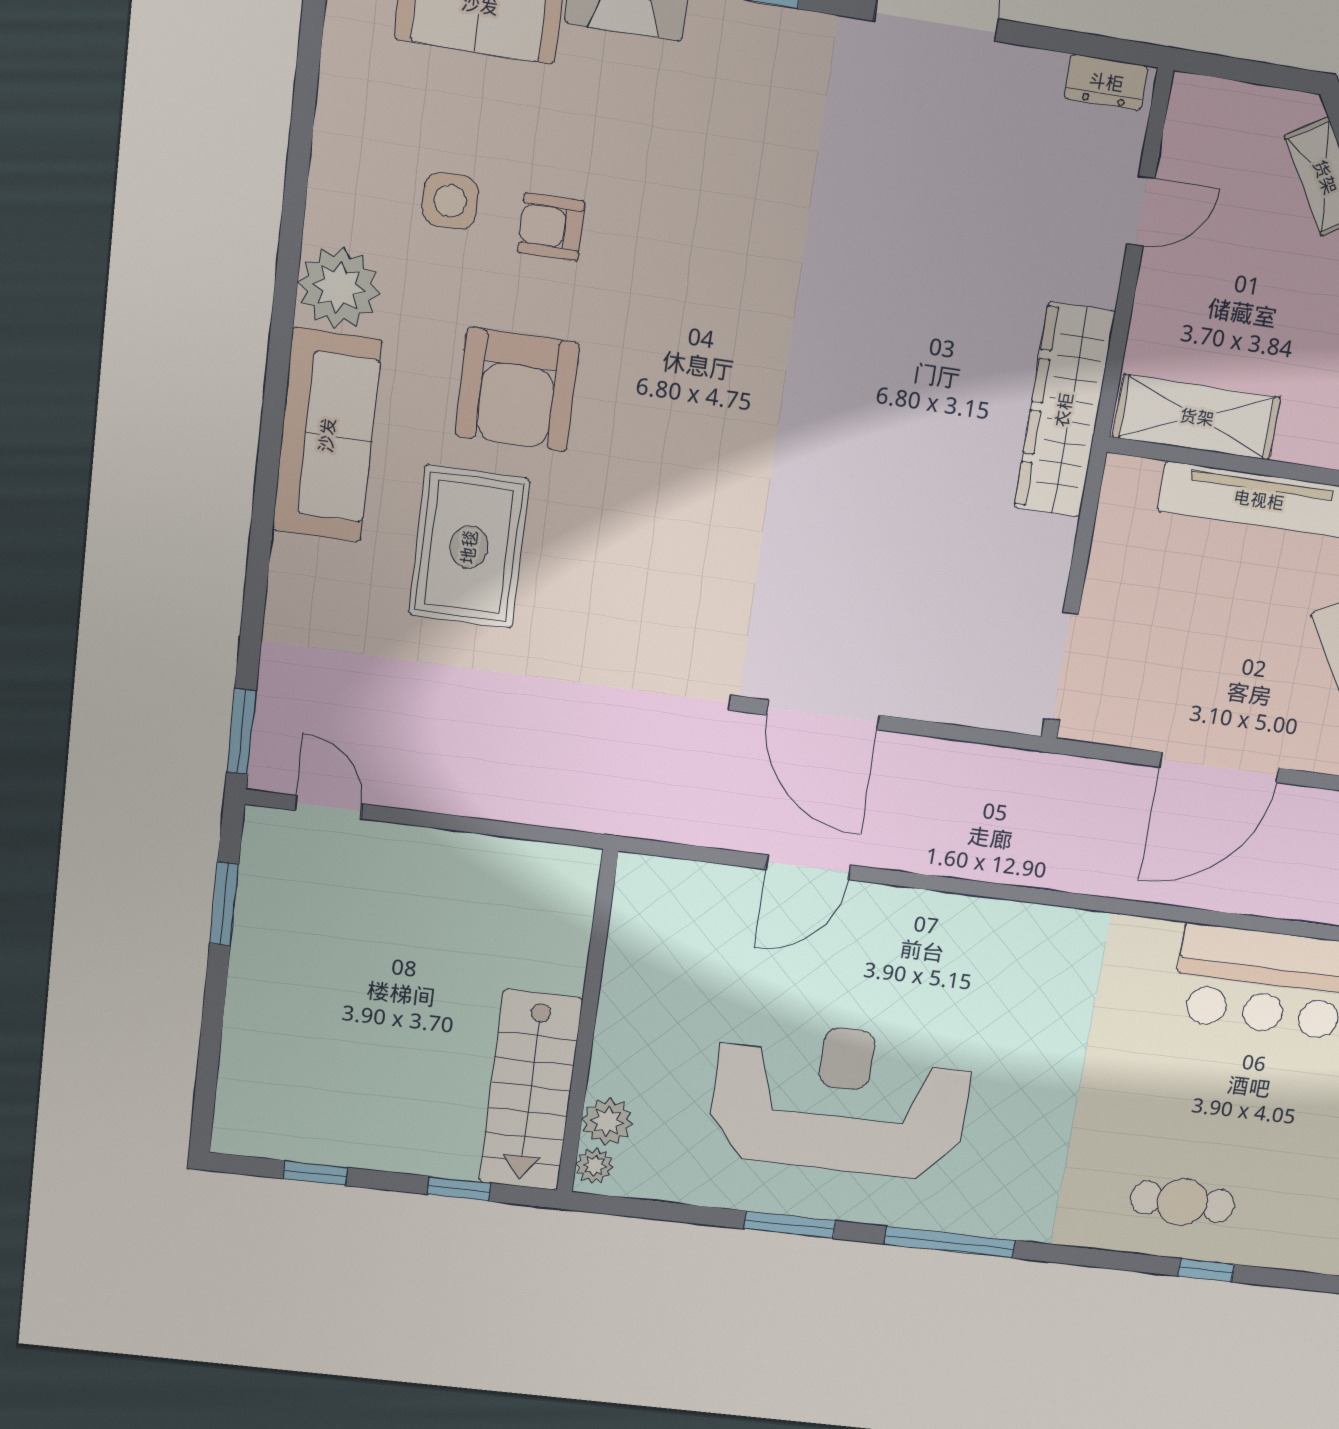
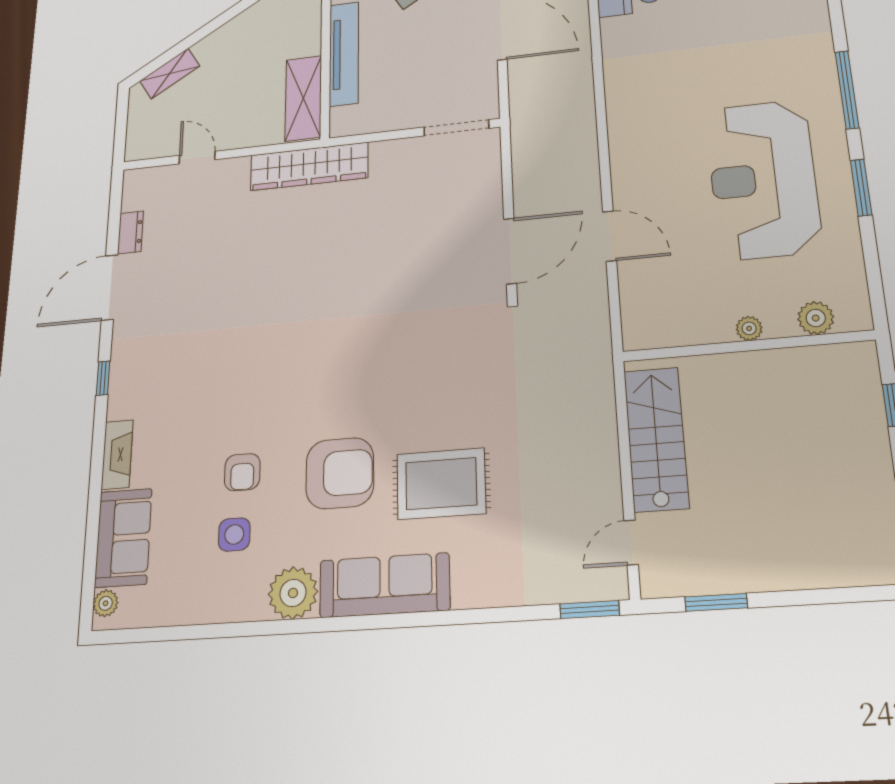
dresser: (1106, 82) -> (130, 232), moved
stairs: (531, 1091) -> (656, 439), moved, turned -90
plant: (594, 1166) -> (749, 328), moved

